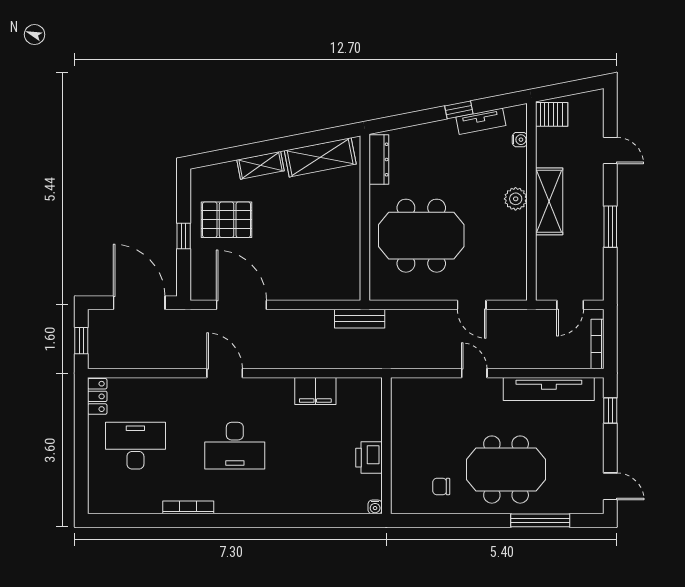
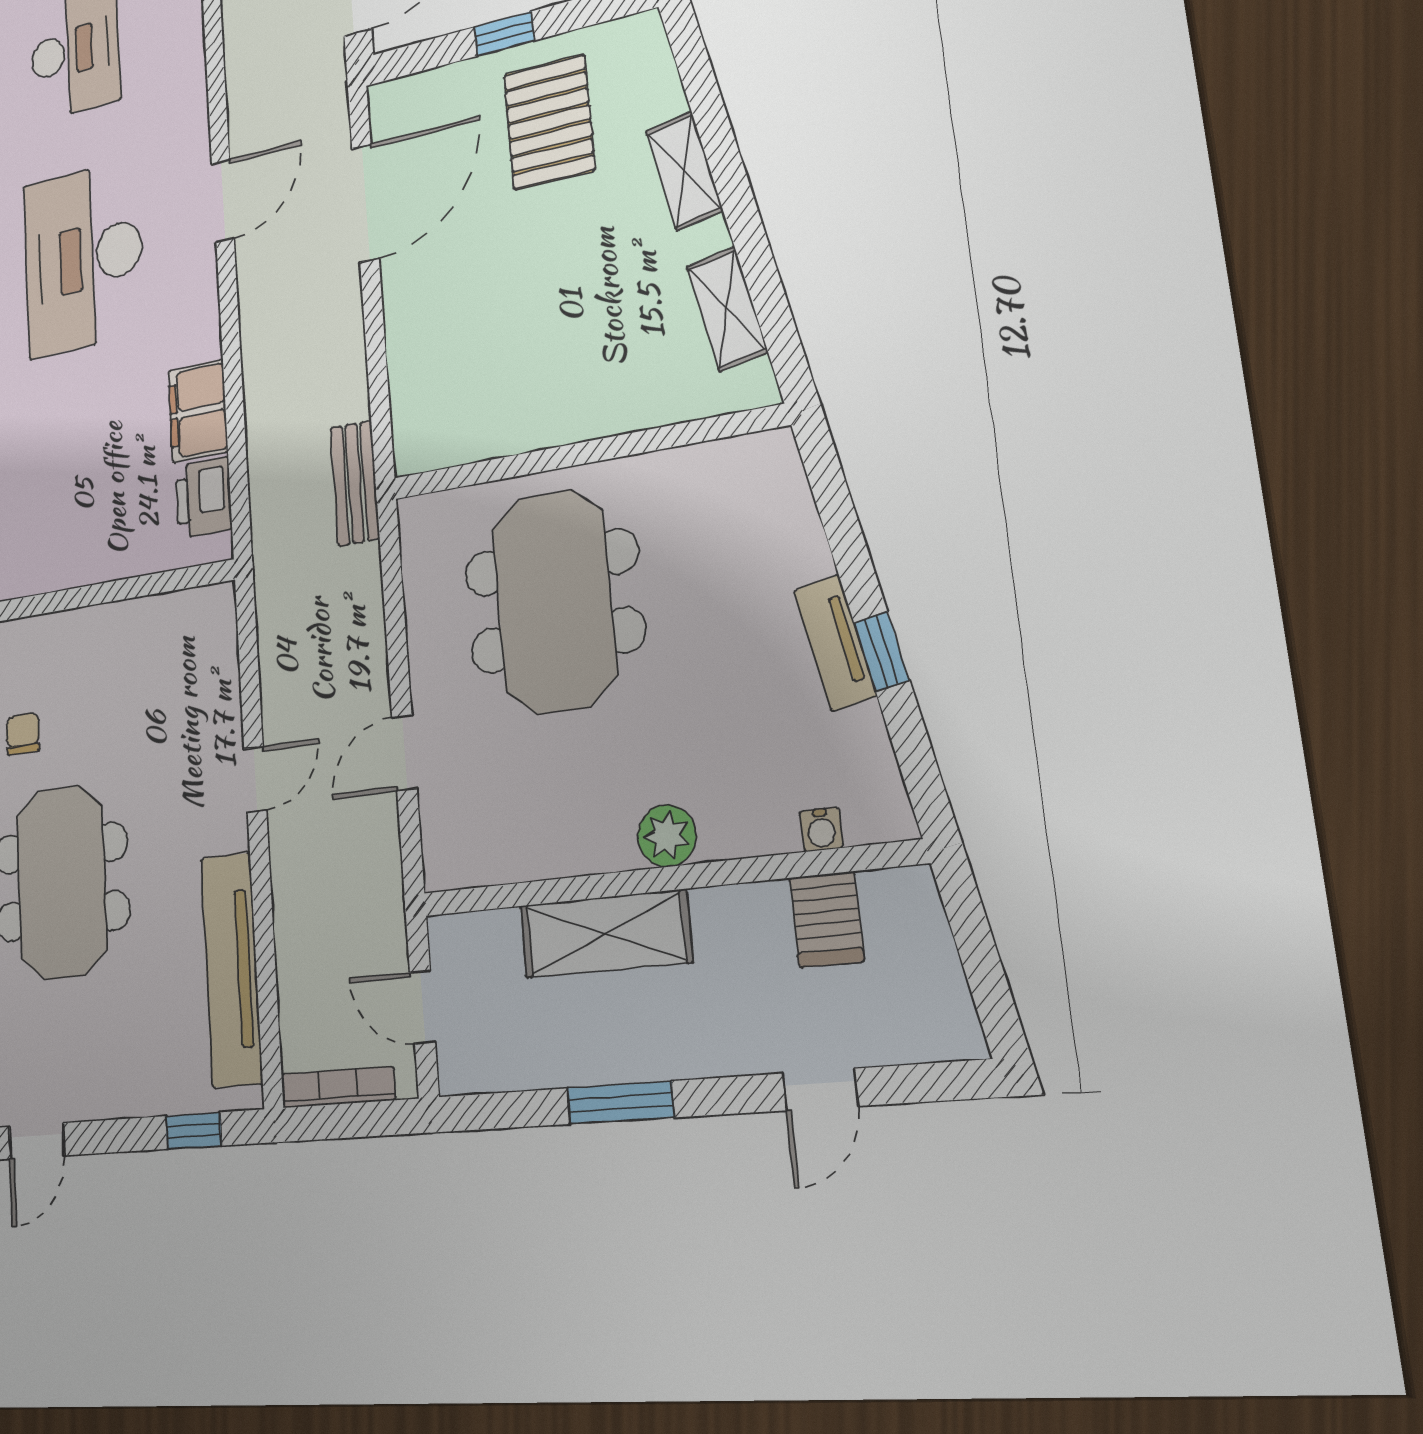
server rack: (552, 114) -> (827, 919), moved
tv unit: (481, 121) -> (835, 643), moved
shelving: (320, 157) -> (727, 309), width x0.67, depth x0.75
dresser: (379, 160) -> (729, 462), removed
shelving: (549, 201) -> (605, 934), moved
desk: (235, 446) -> (83, 258), width x1.36, depth x1.30
printer: (369, 458) -> (204, 498), moved, turned -90

